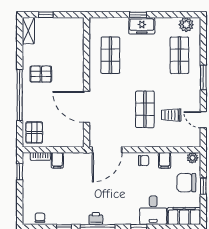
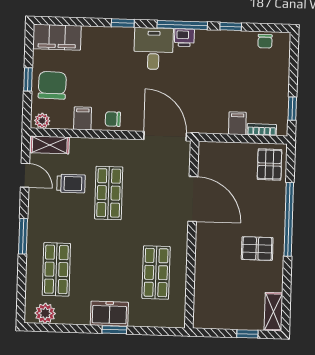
shelving: (187, 141) -> (50, 145), added
door: (107, 150) -> (165, 136), hinge flipped
chair: (186, 183) -> (52, 85), turned -89
desk: (153, 210) -> (154, 49), moved

